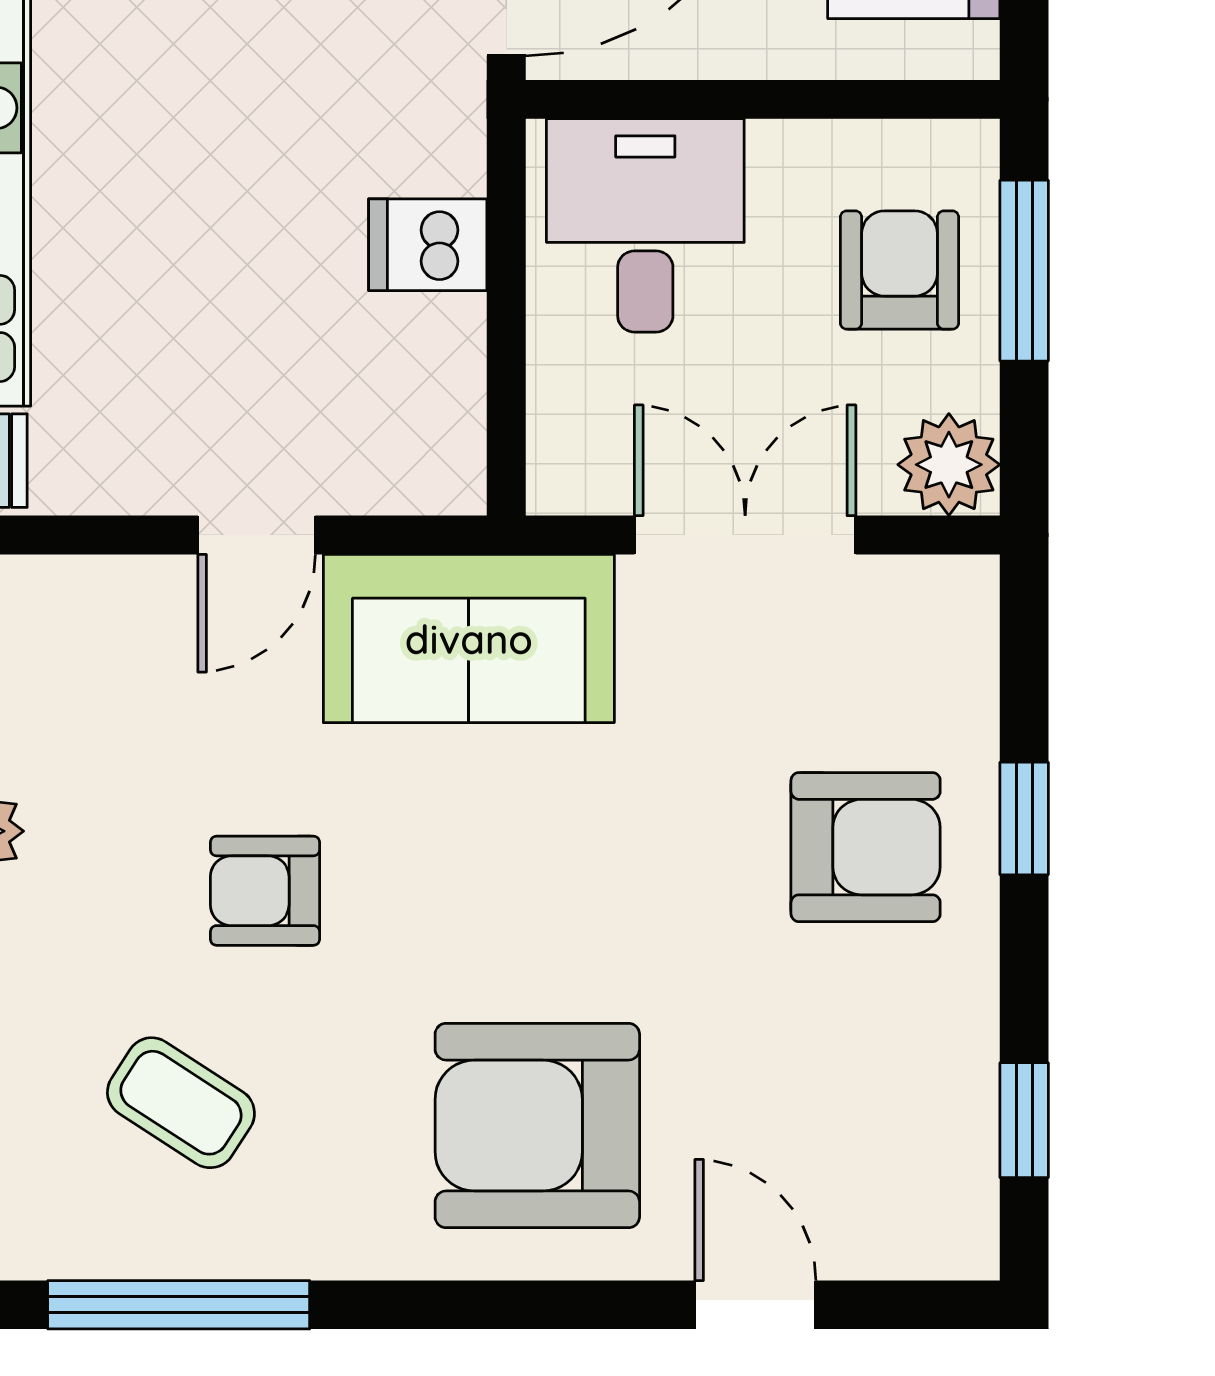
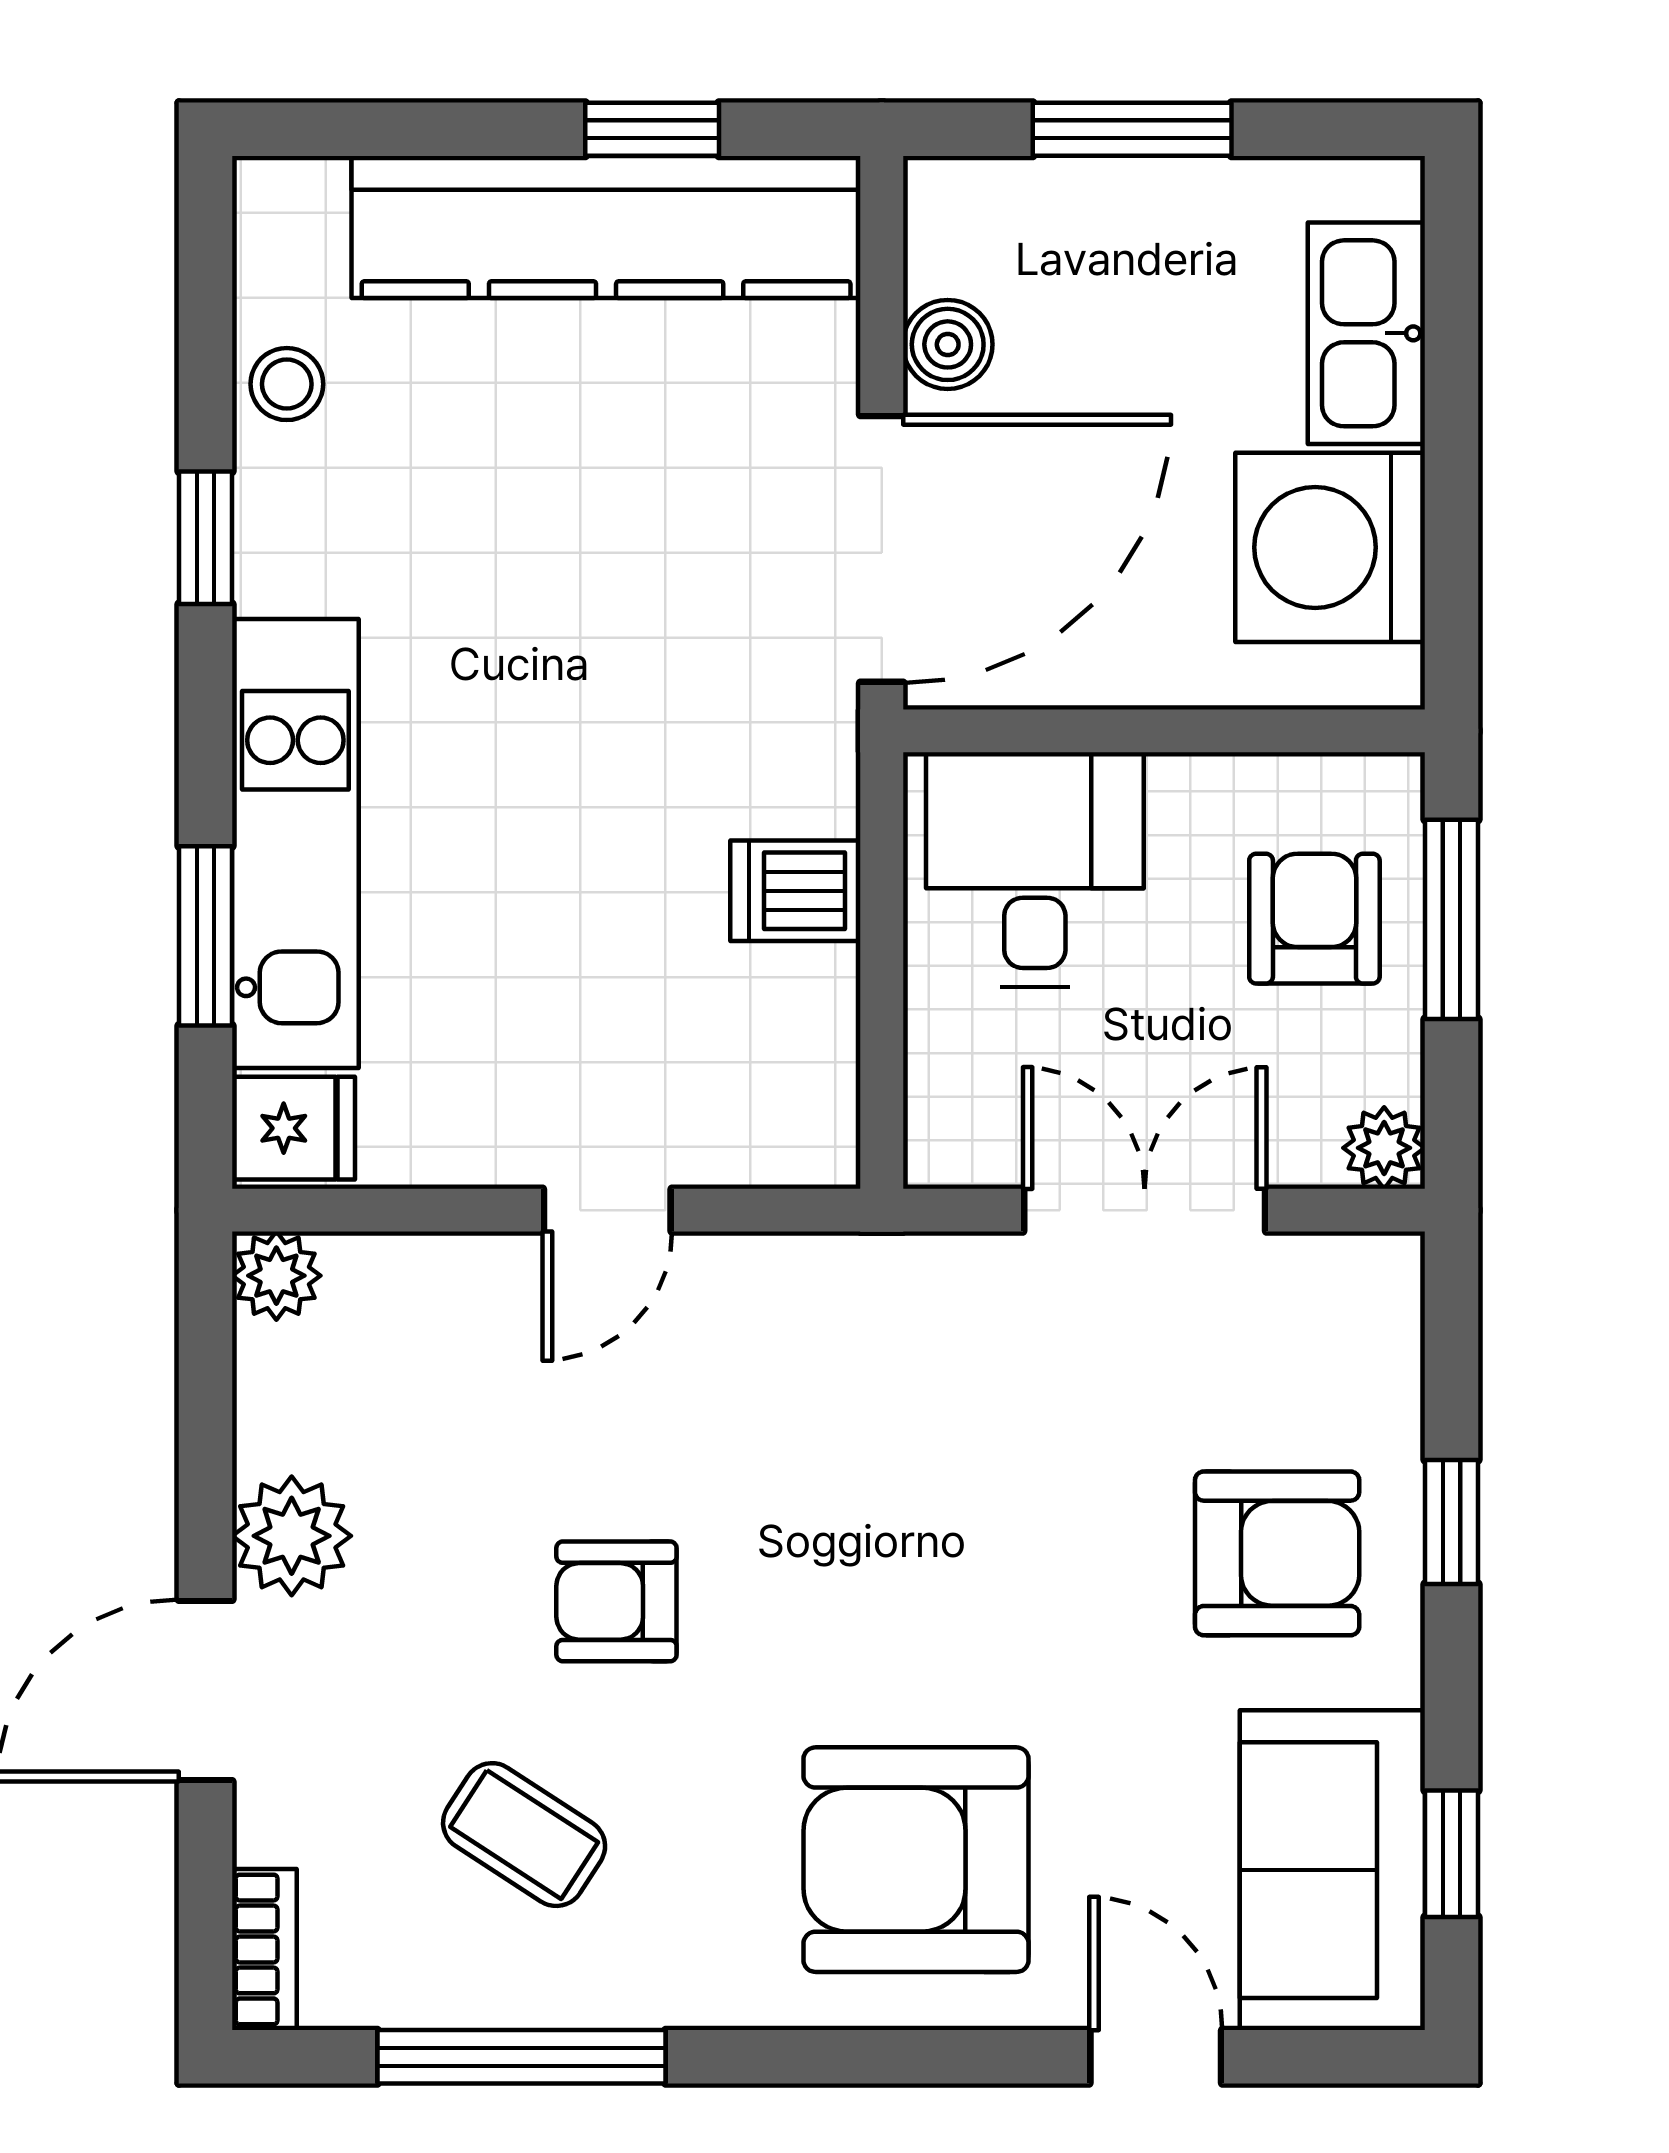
plant: (949, 465) -> (1384, 1148), width x0.73, depth x0.73
sofa: (469, 639) -> (1332, 1870), moved, turned 90

